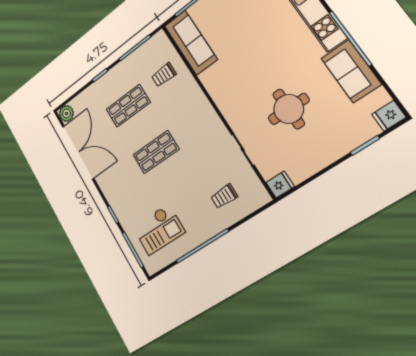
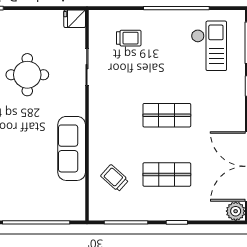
sofa: (191, 43) -> (72, 148), moved
trolley: (164, 75) -> (115, 178), turned -138
checkout: (159, 230) -> (209, 46), turned 90

